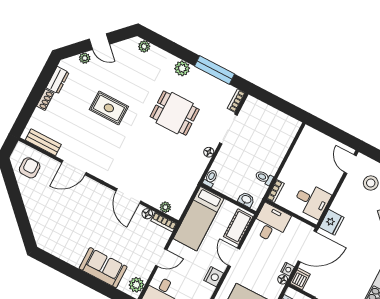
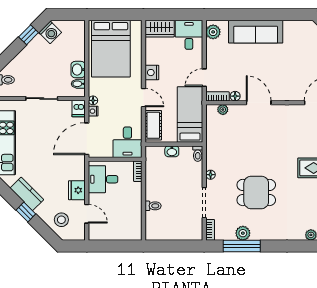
plant: (182, 68) -> (243, 233), moved
door: (350, 164) -> (87, 214), moved
toilet: (264, 178) -> (153, 206), moved
washbasin: (246, 200) -> (172, 151), moved
fridge: (332, 222) -> (77, 190), moved
door: (161, 258) -> (204, 78), moved
sofa: (103, 268) -> (256, 32), width x1.36

